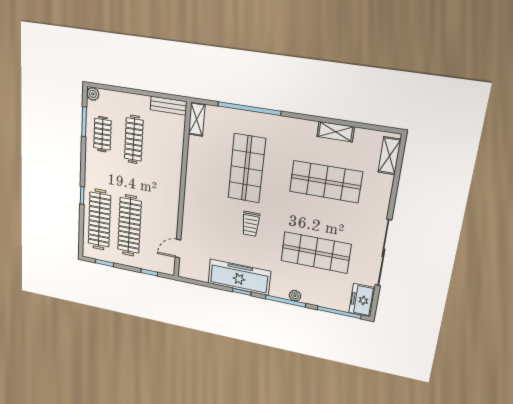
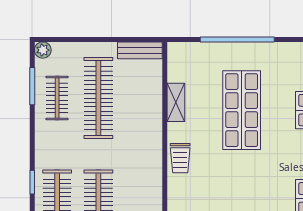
shelving: (197, 119) -> (176, 102), moved
clothes rail: (134, 139) -> (98, 98), width x1.37, depth x1.31
trolley: (251, 224) -> (180, 158), moved

